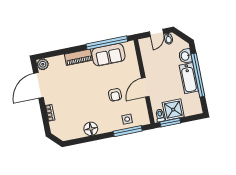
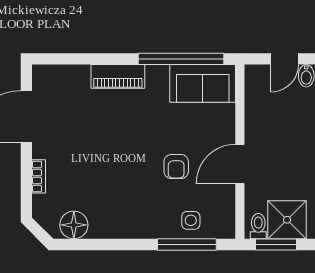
sofa: (108, 55) -> (203, 83), moved
plant: (43, 64) -> (44, 76), removed
floor lamp: (91, 129) -> (74, 225), moved

